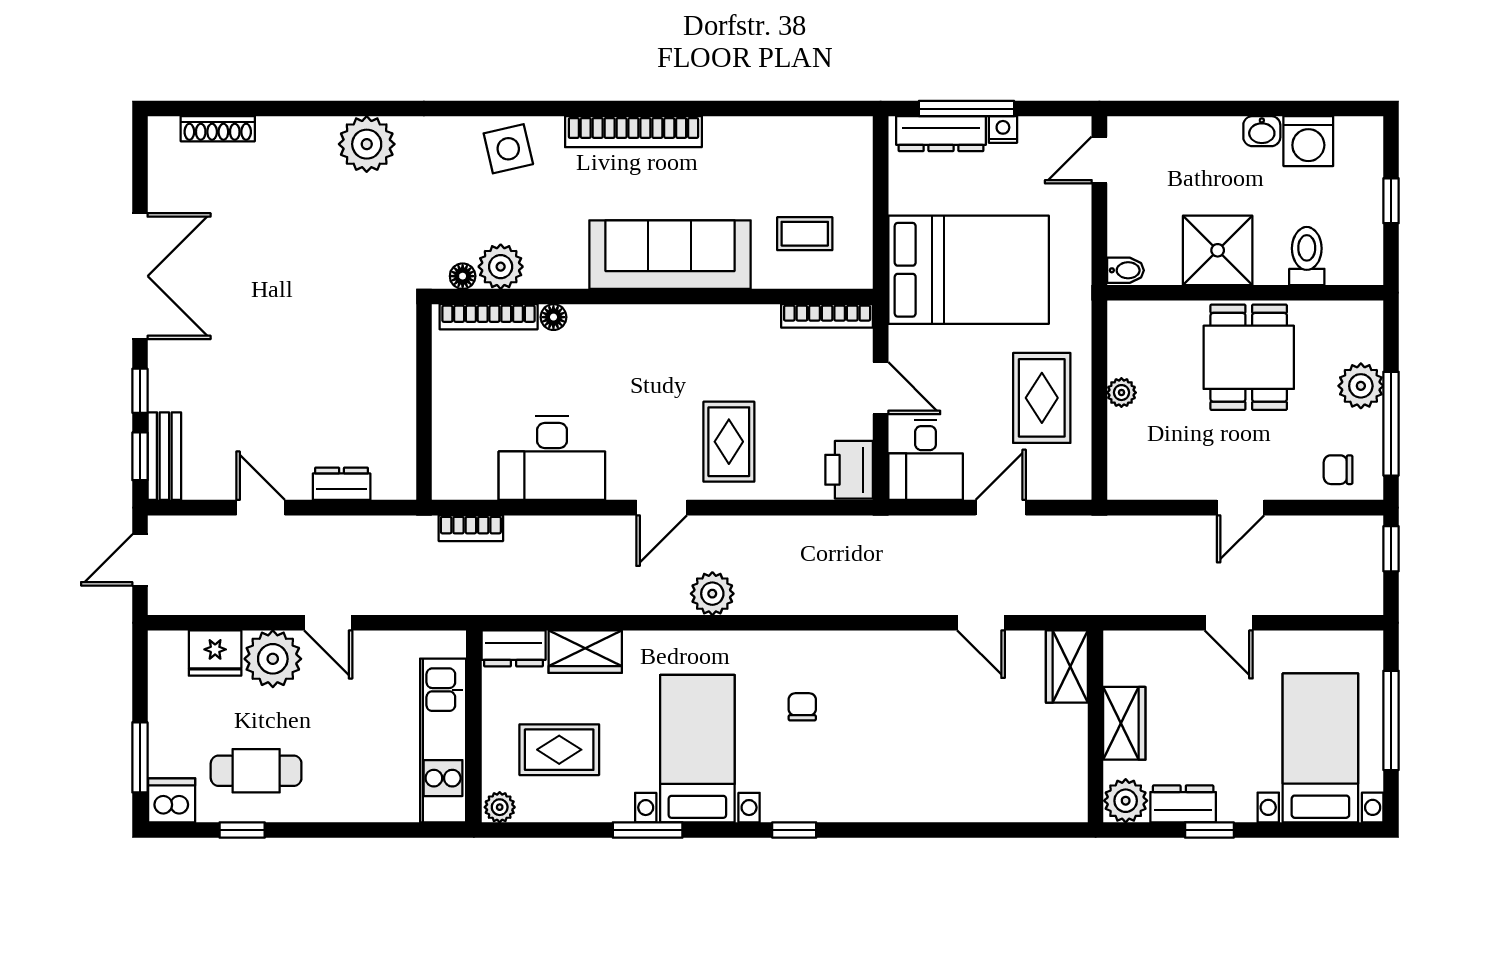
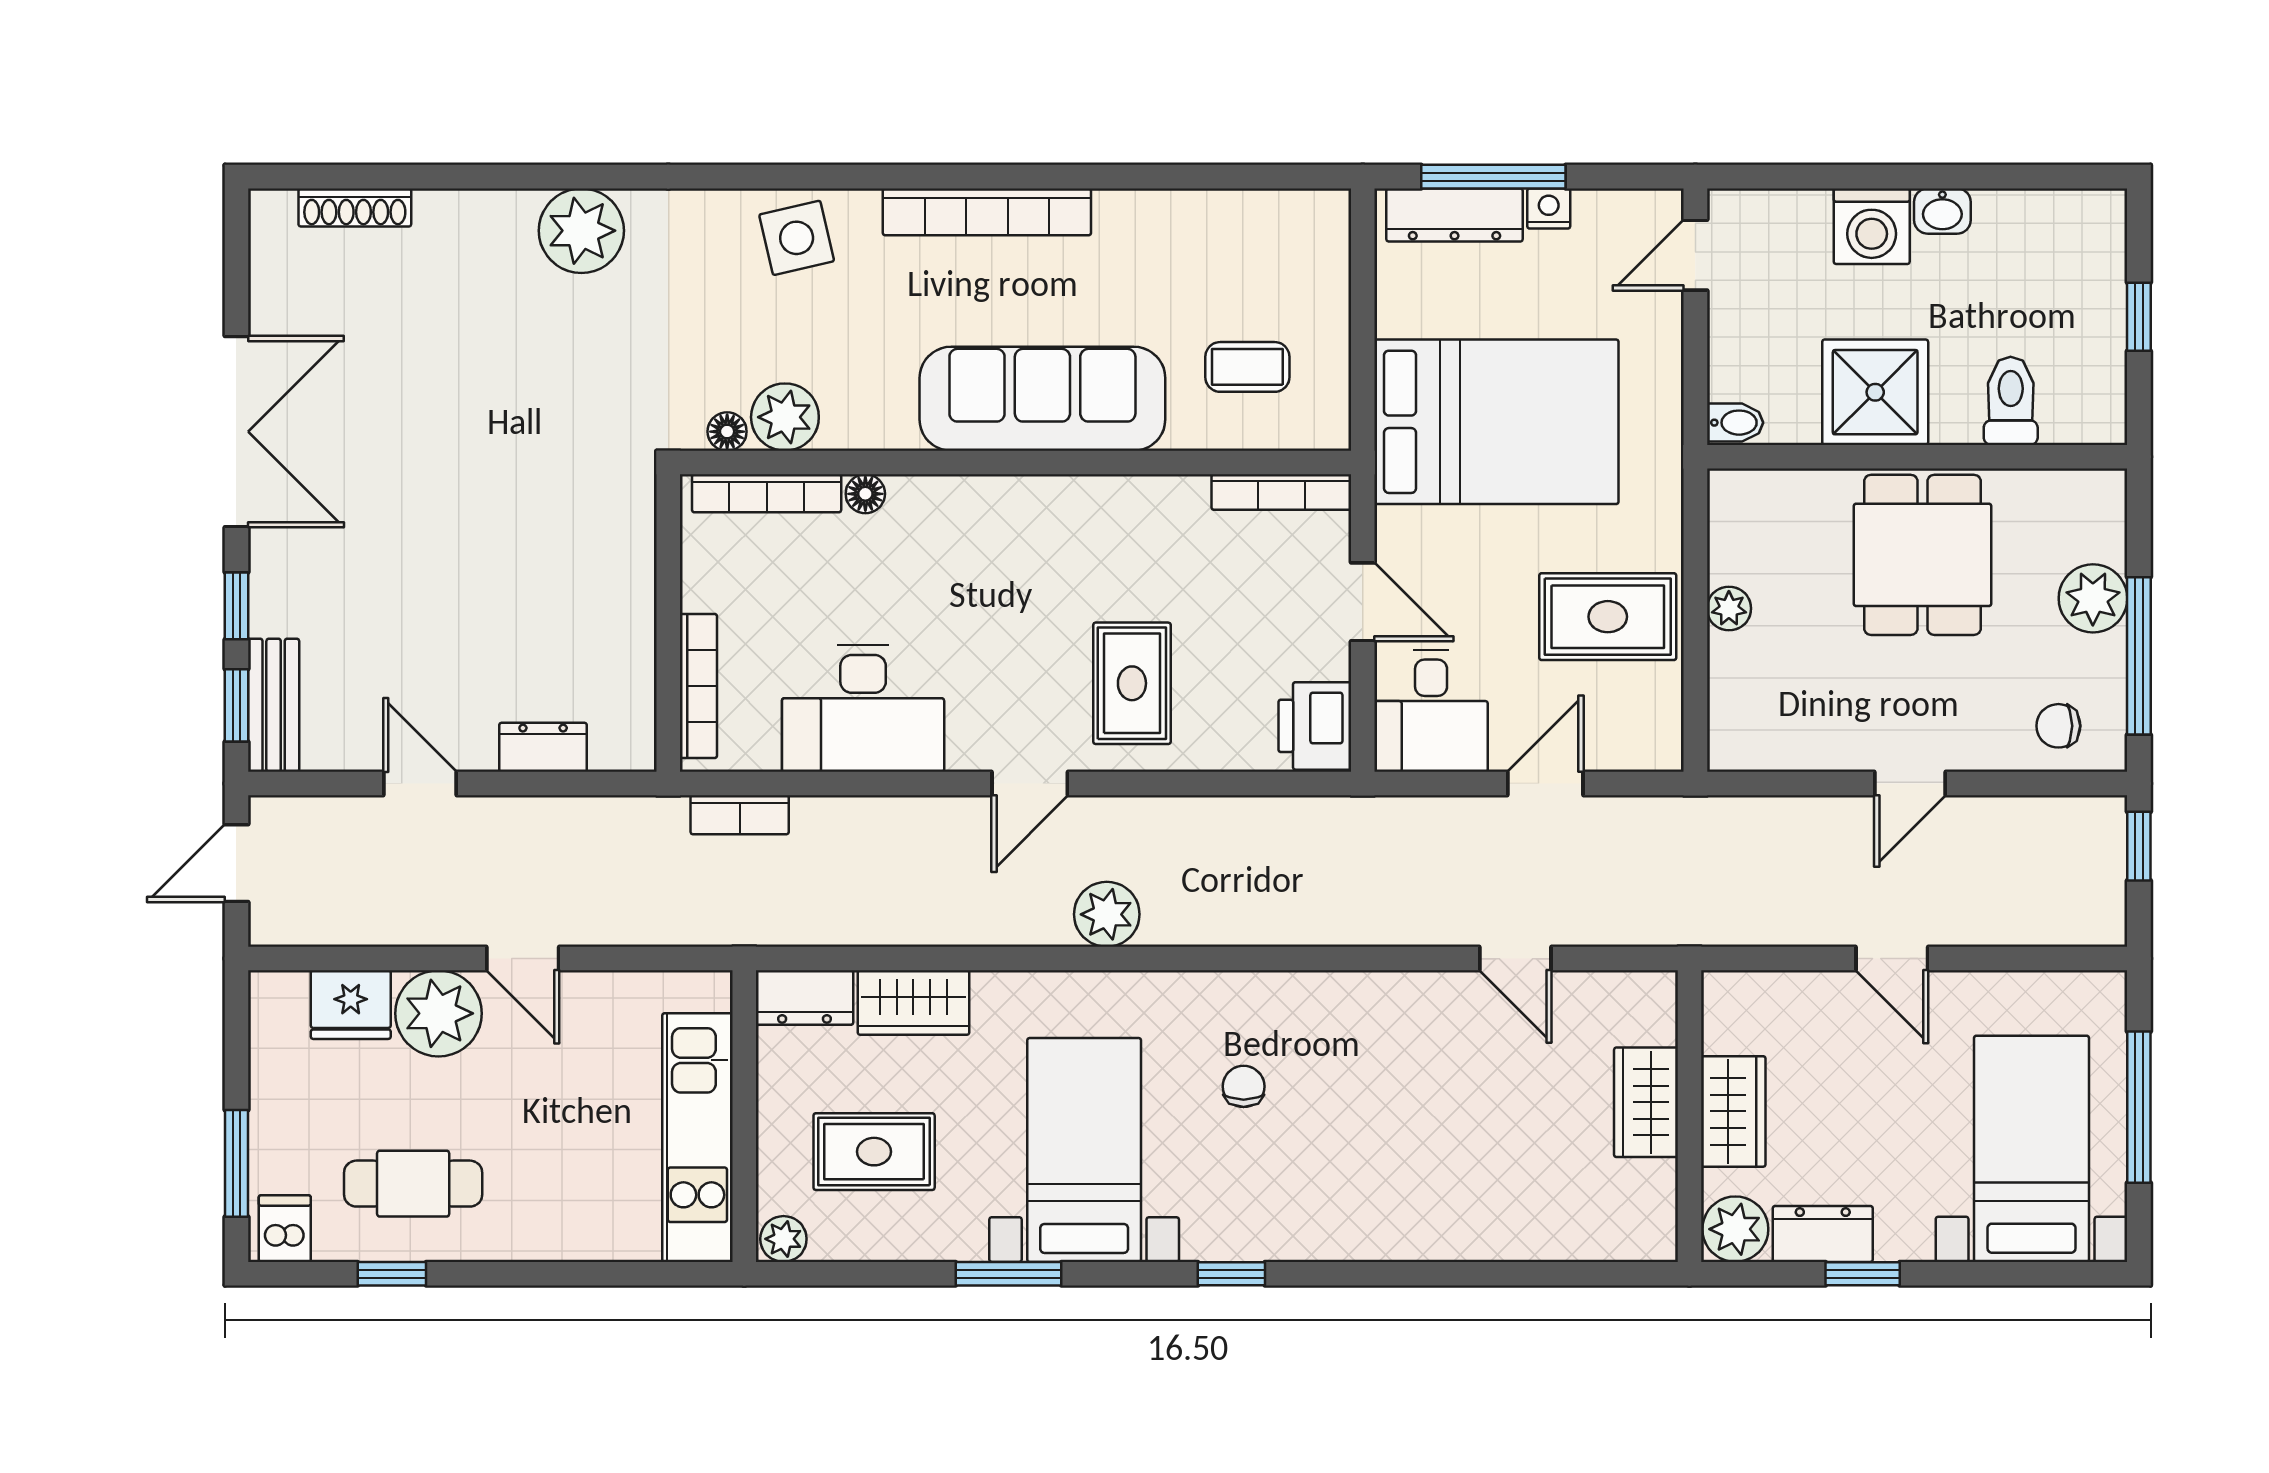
washing machine: (1308, 141) -> (1872, 226), moved
rug: (1042, 398) -> (1608, 617), turned 90
bookcase: (444, 444) -> (698, 686), added
wardrobe: (1067, 667) -> (1646, 1102), moved
dishwasher: (172, 800) -> (285, 1229), width x0.73

